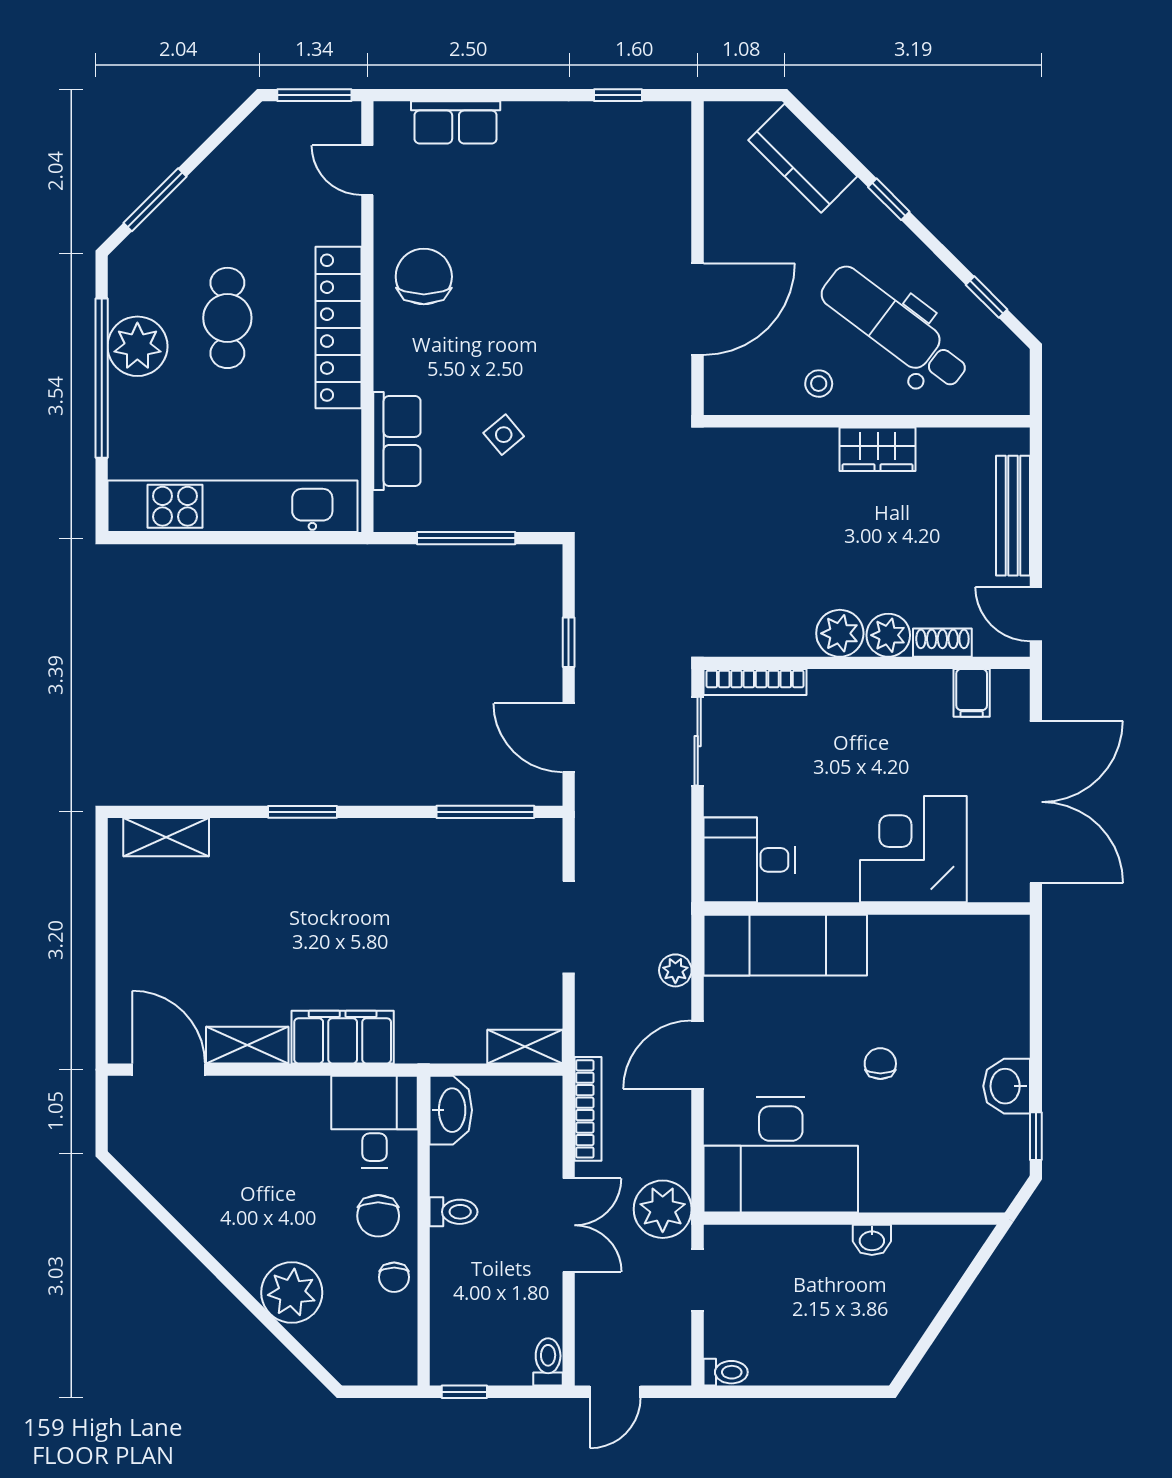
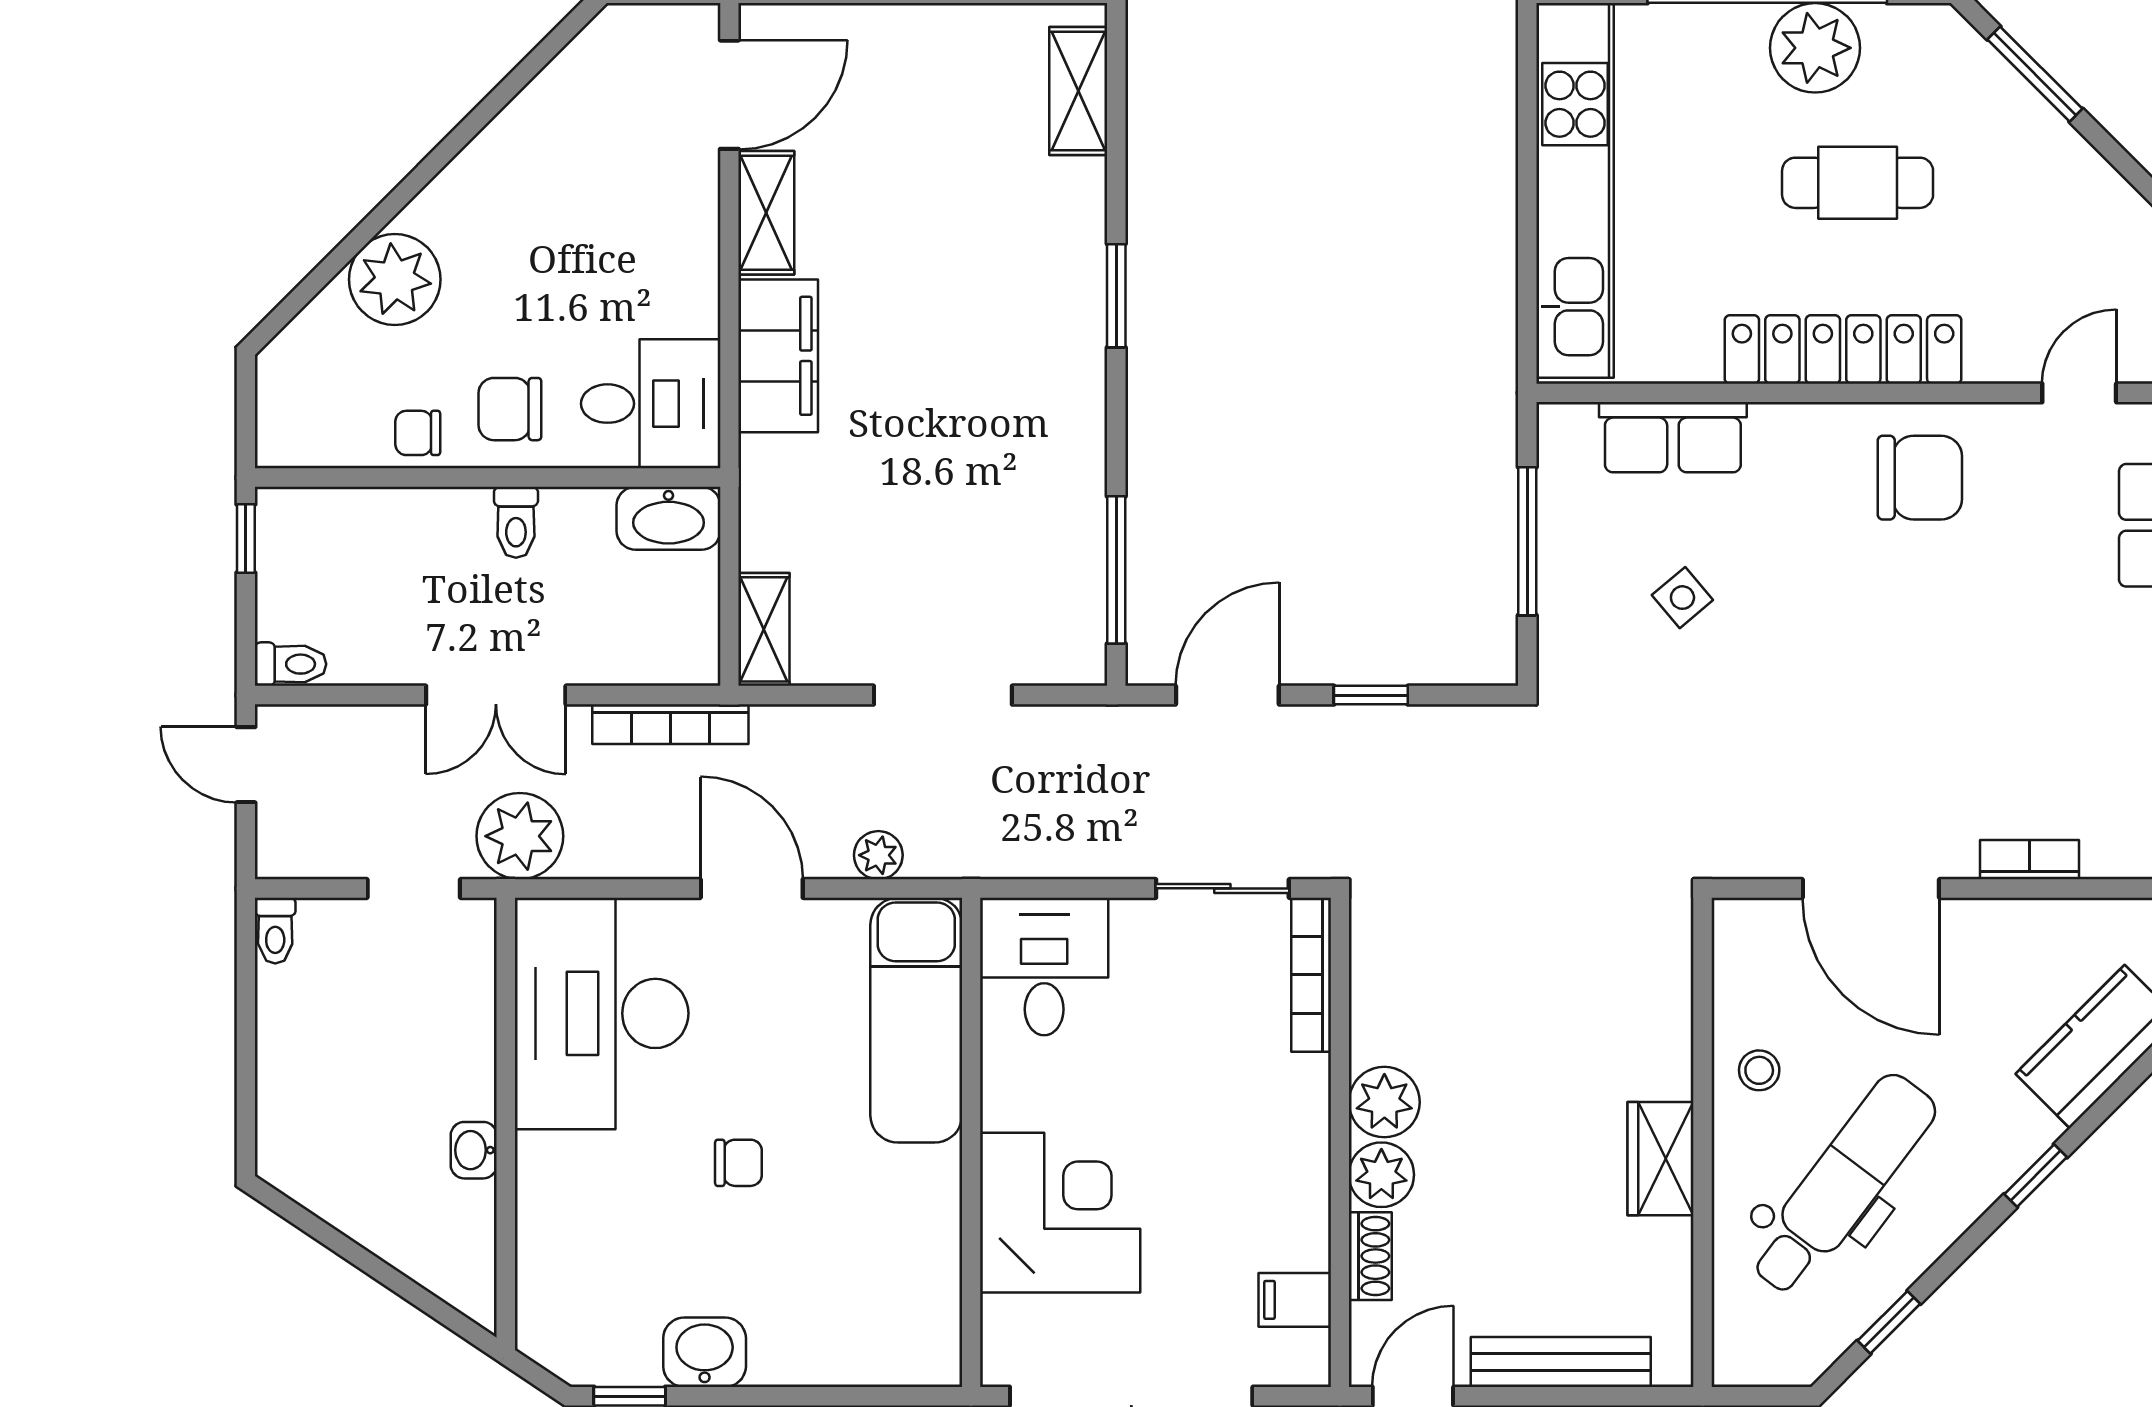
bookcase: (678, 203) -> (2029, 860), added

